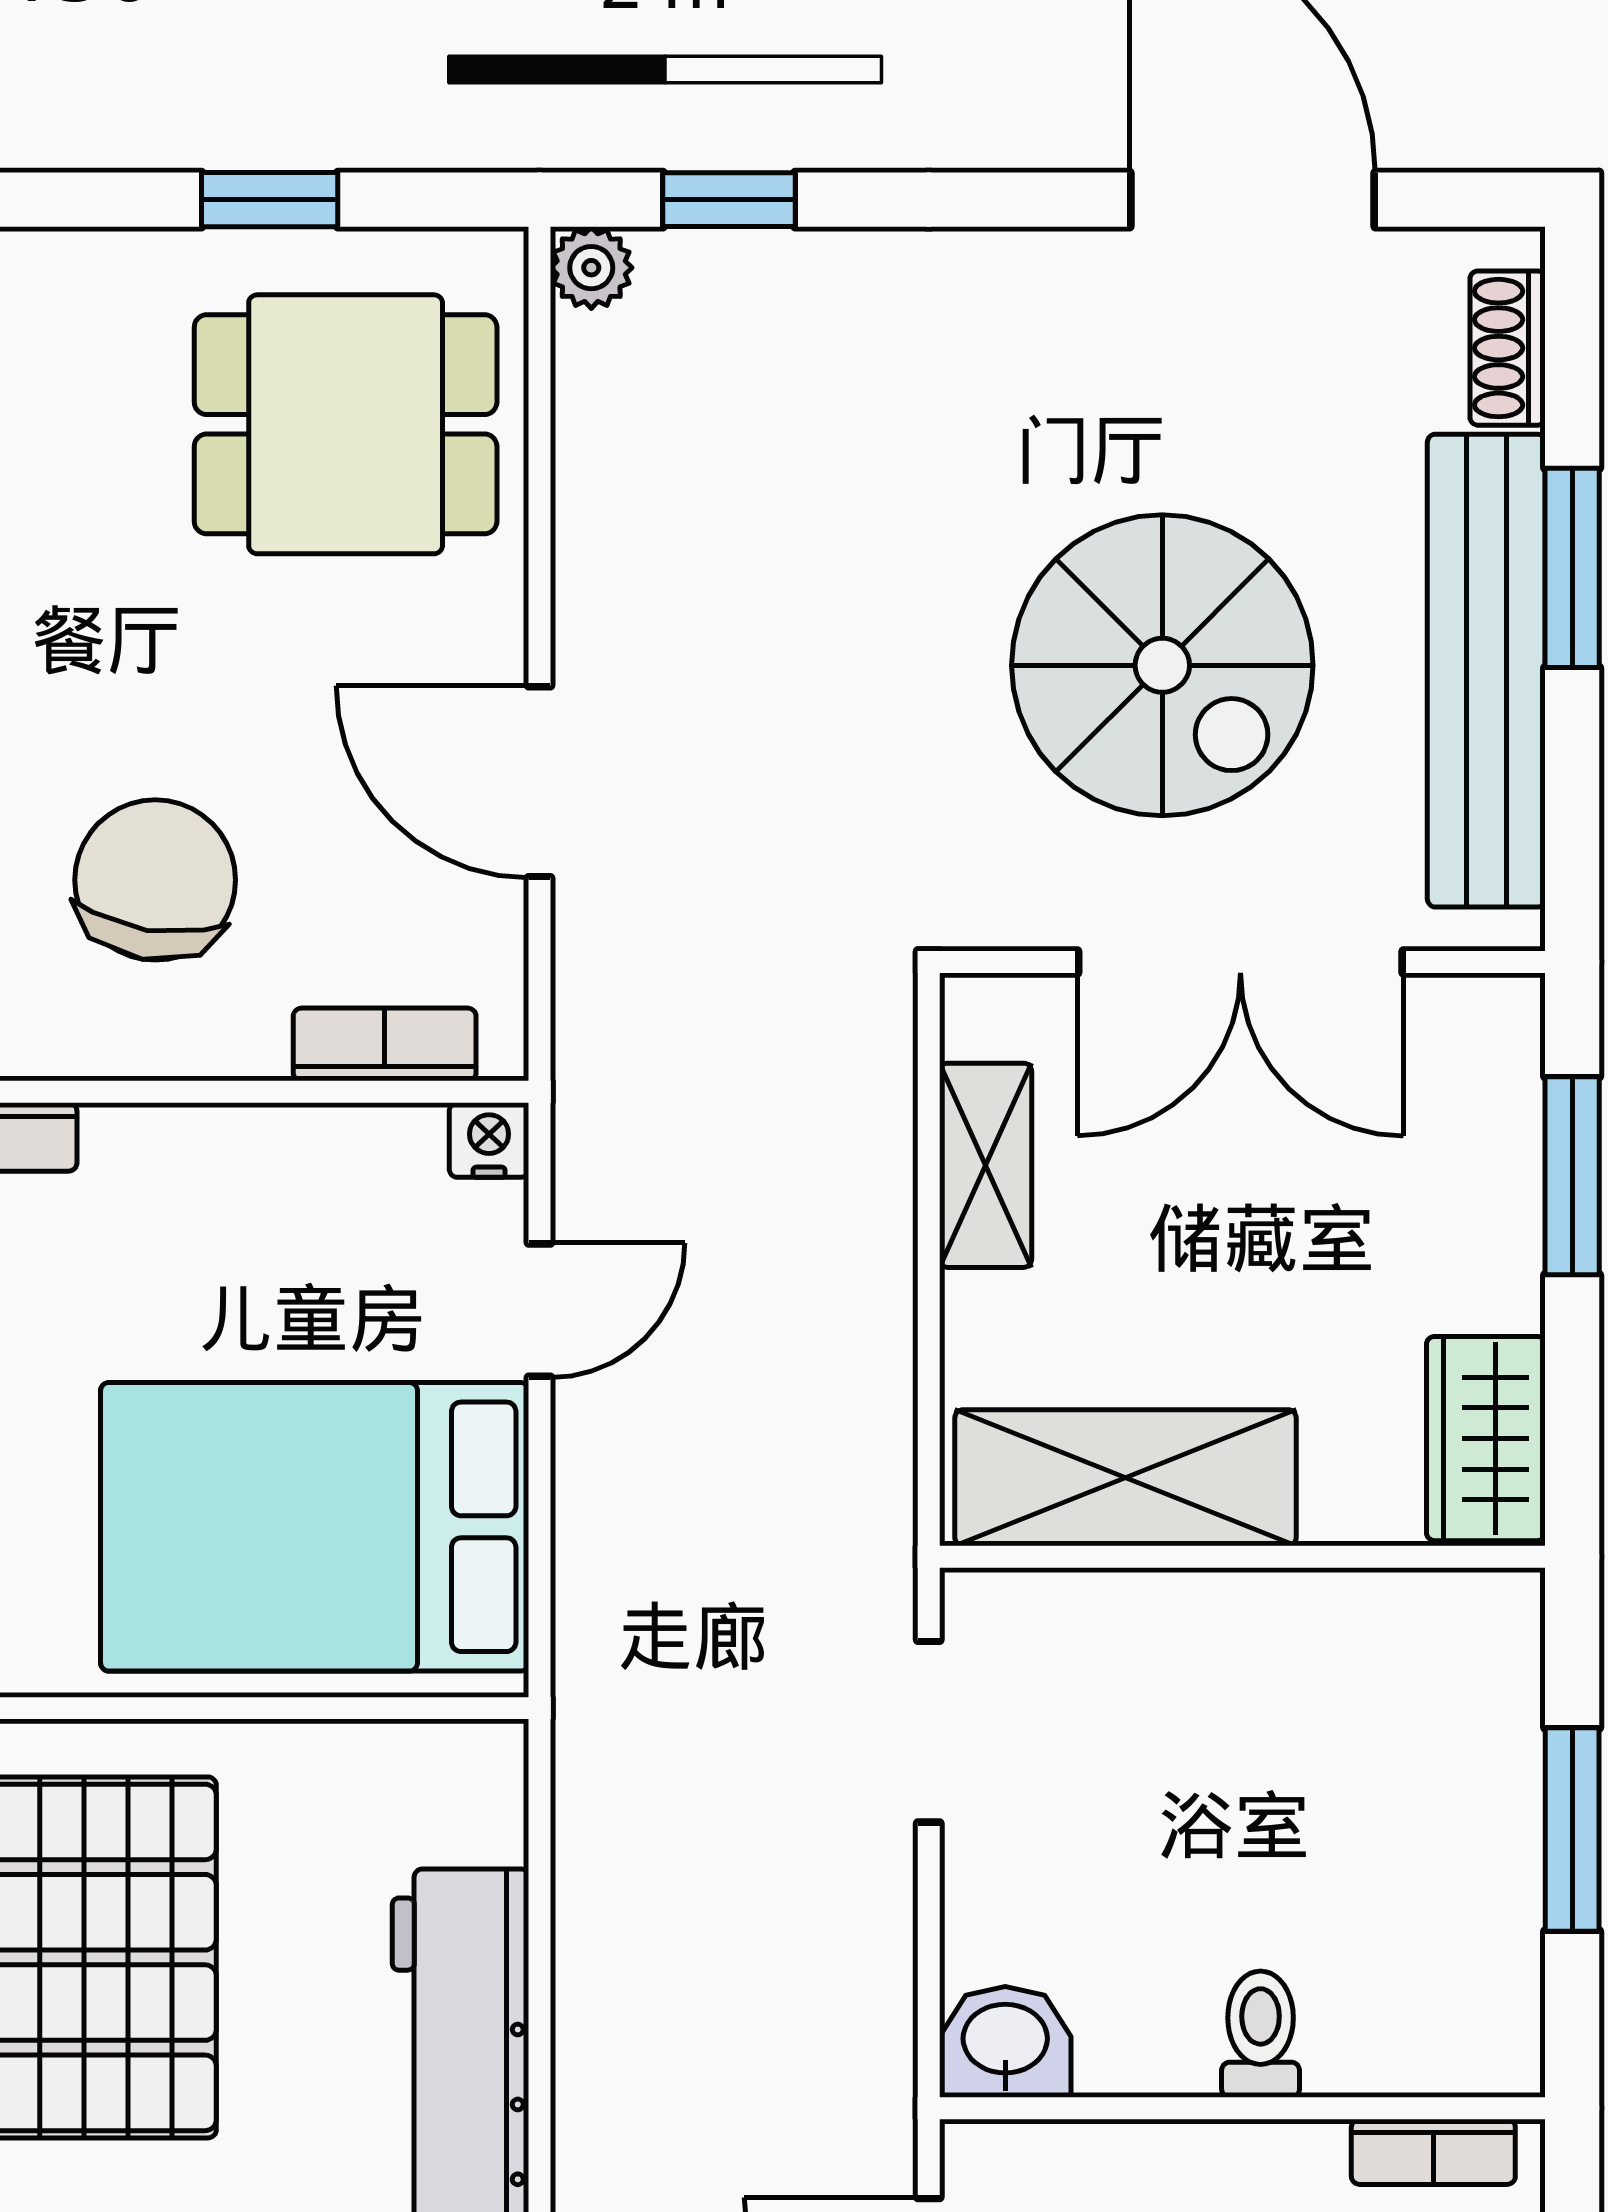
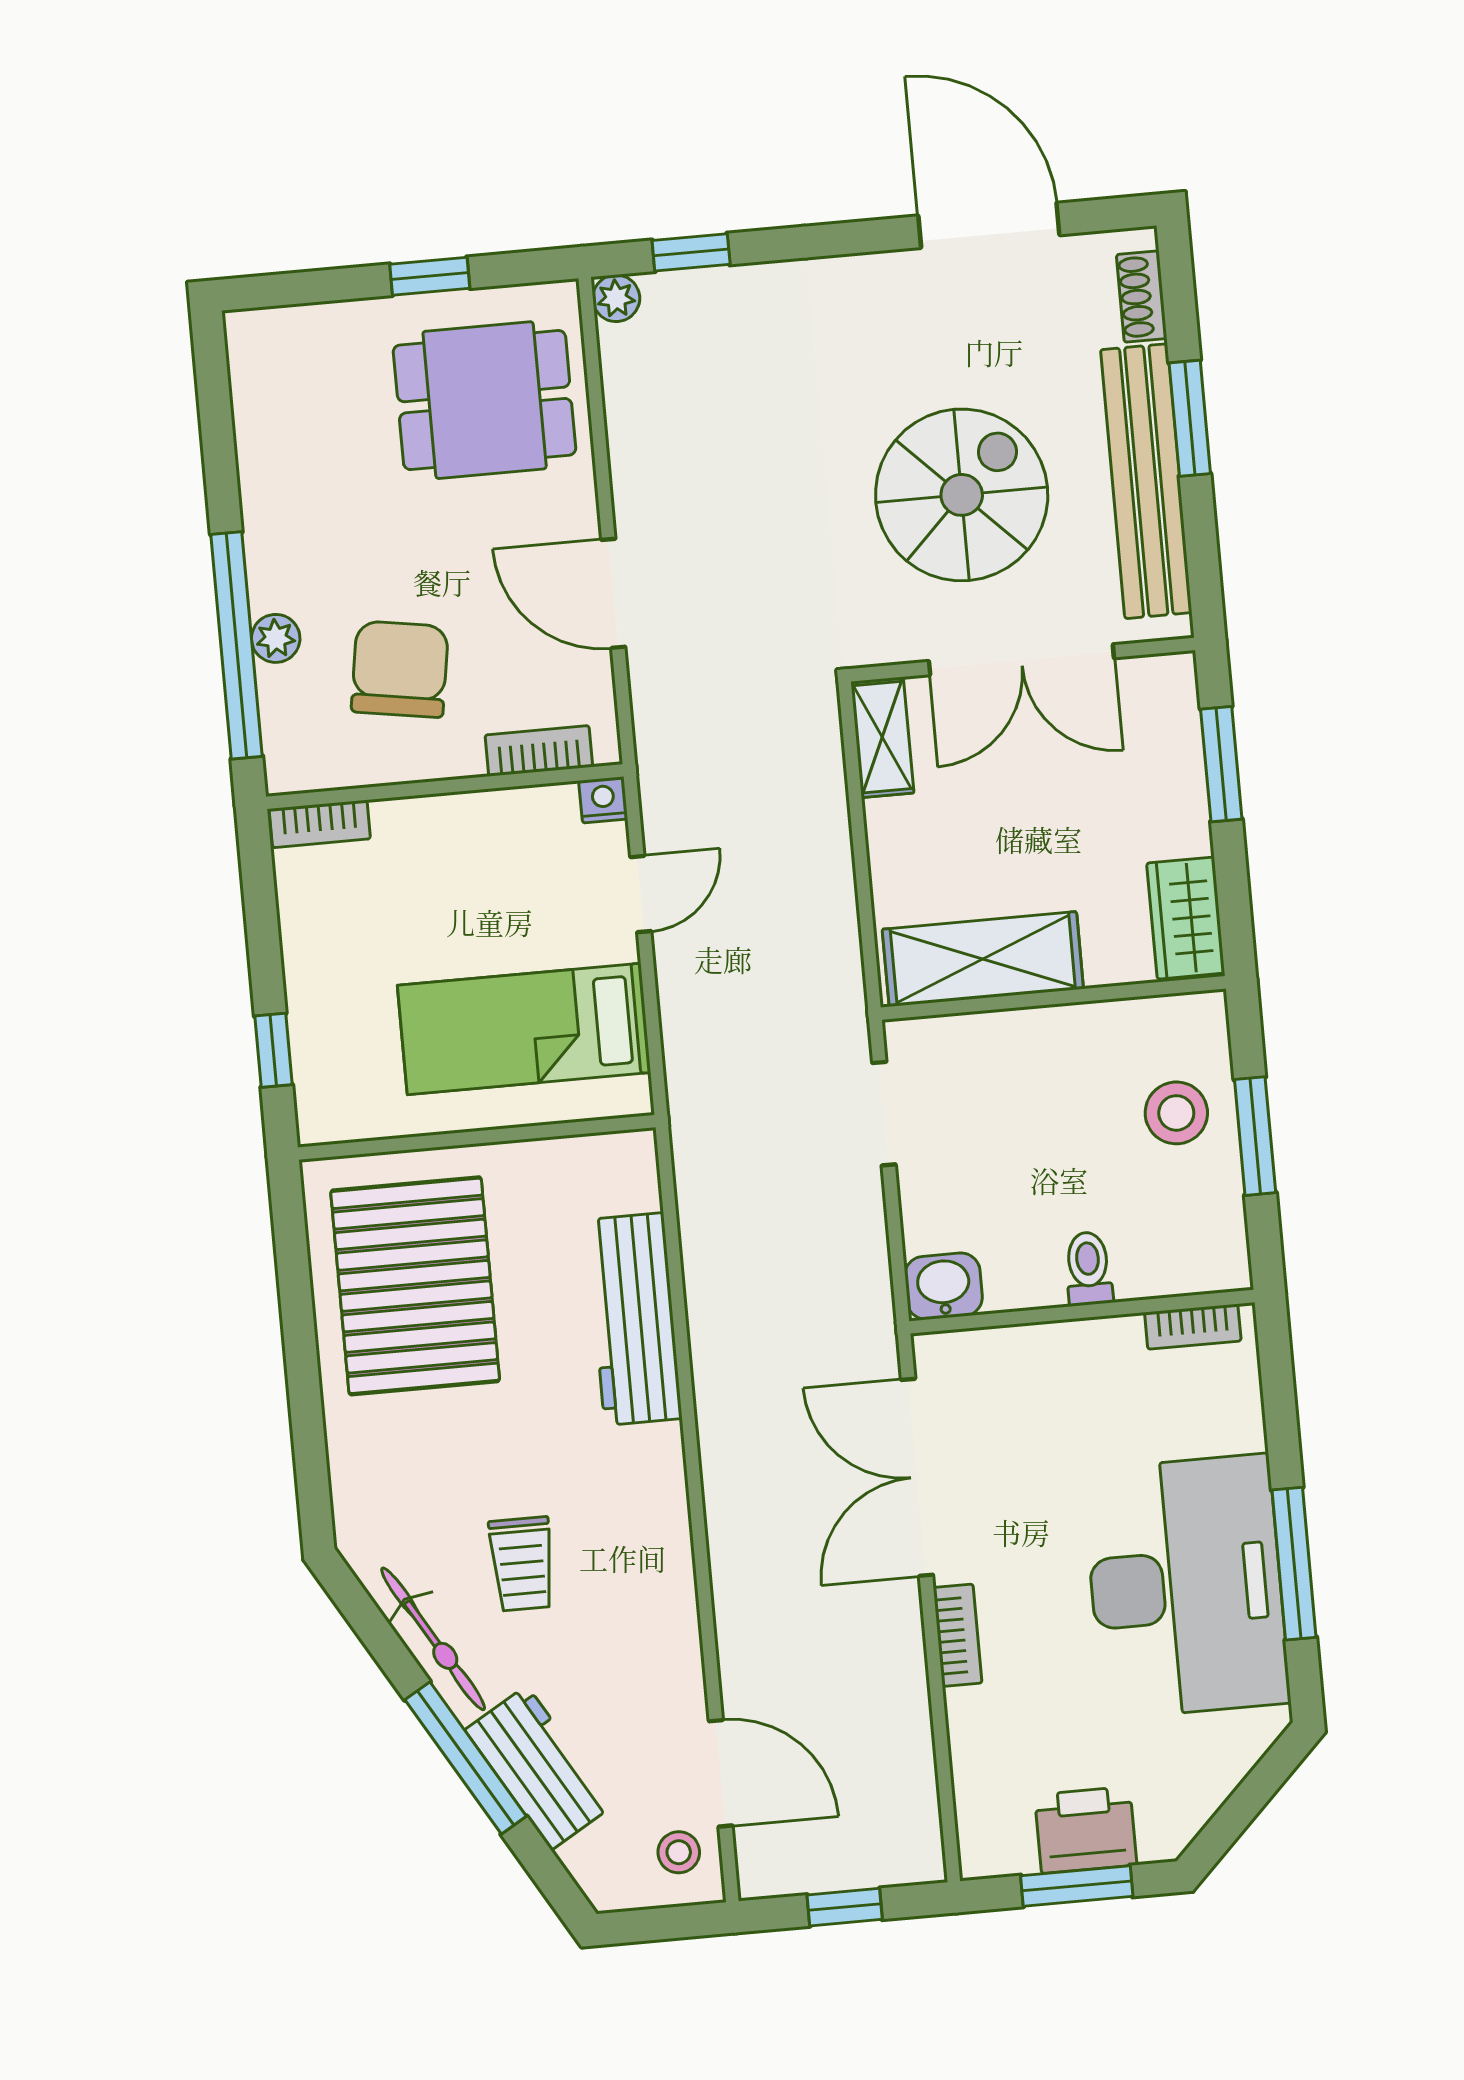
spiral stairs: (1162, 665) -> (962, 495), turned -90
shelving: (986, 1165) -> (882, 737), moved
bed: (315, 1527) -> (524, 1029), width x0.67
stool: (1438, 1777) -> (1176, 1113), added

